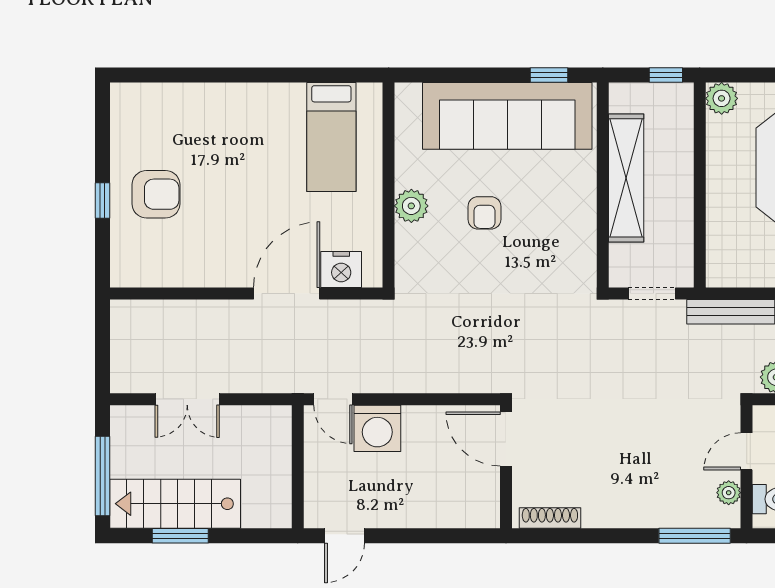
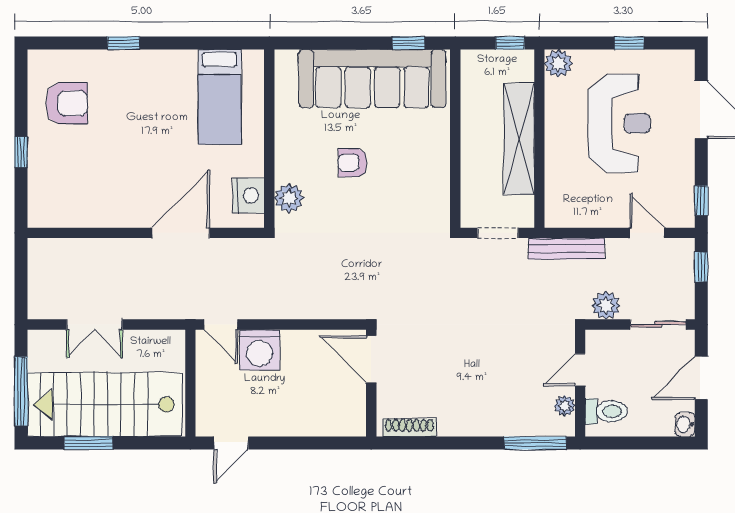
window: (221, 75) -> (124, 43), added
shelving: (626, 178) -> (519, 139), moved
armchair: (156, 194) -> (67, 103), moved
plant: (411, 206) -> (289, 198), moved
armchair: (484, 213) -> (353, 163), turned 90
nightstand: (341, 270) -> (248, 195), moved, turned -90
stairs: (175, 504) -> (105, 404), width x1.36, depth x1.51

